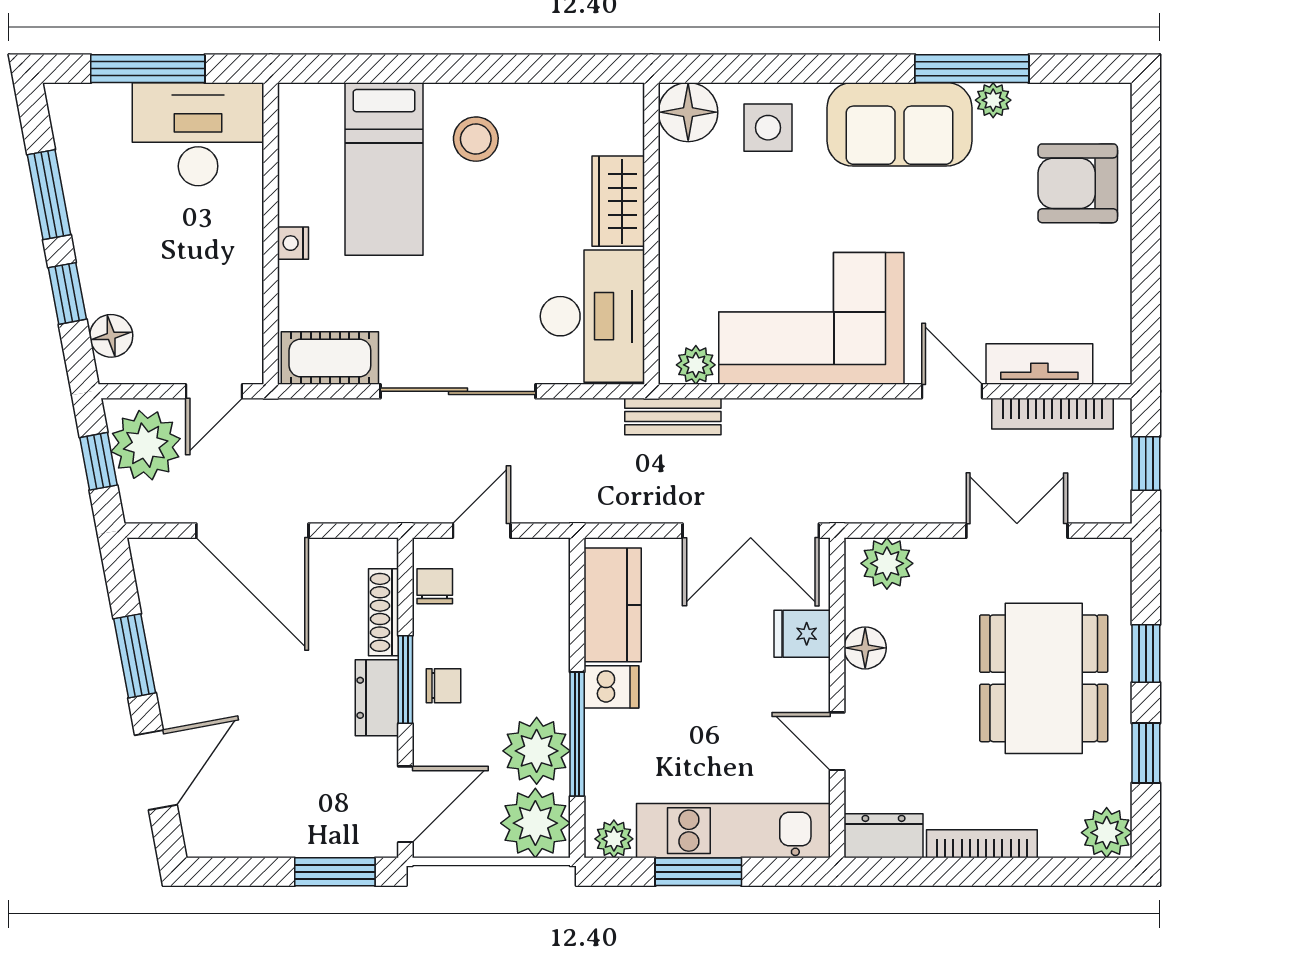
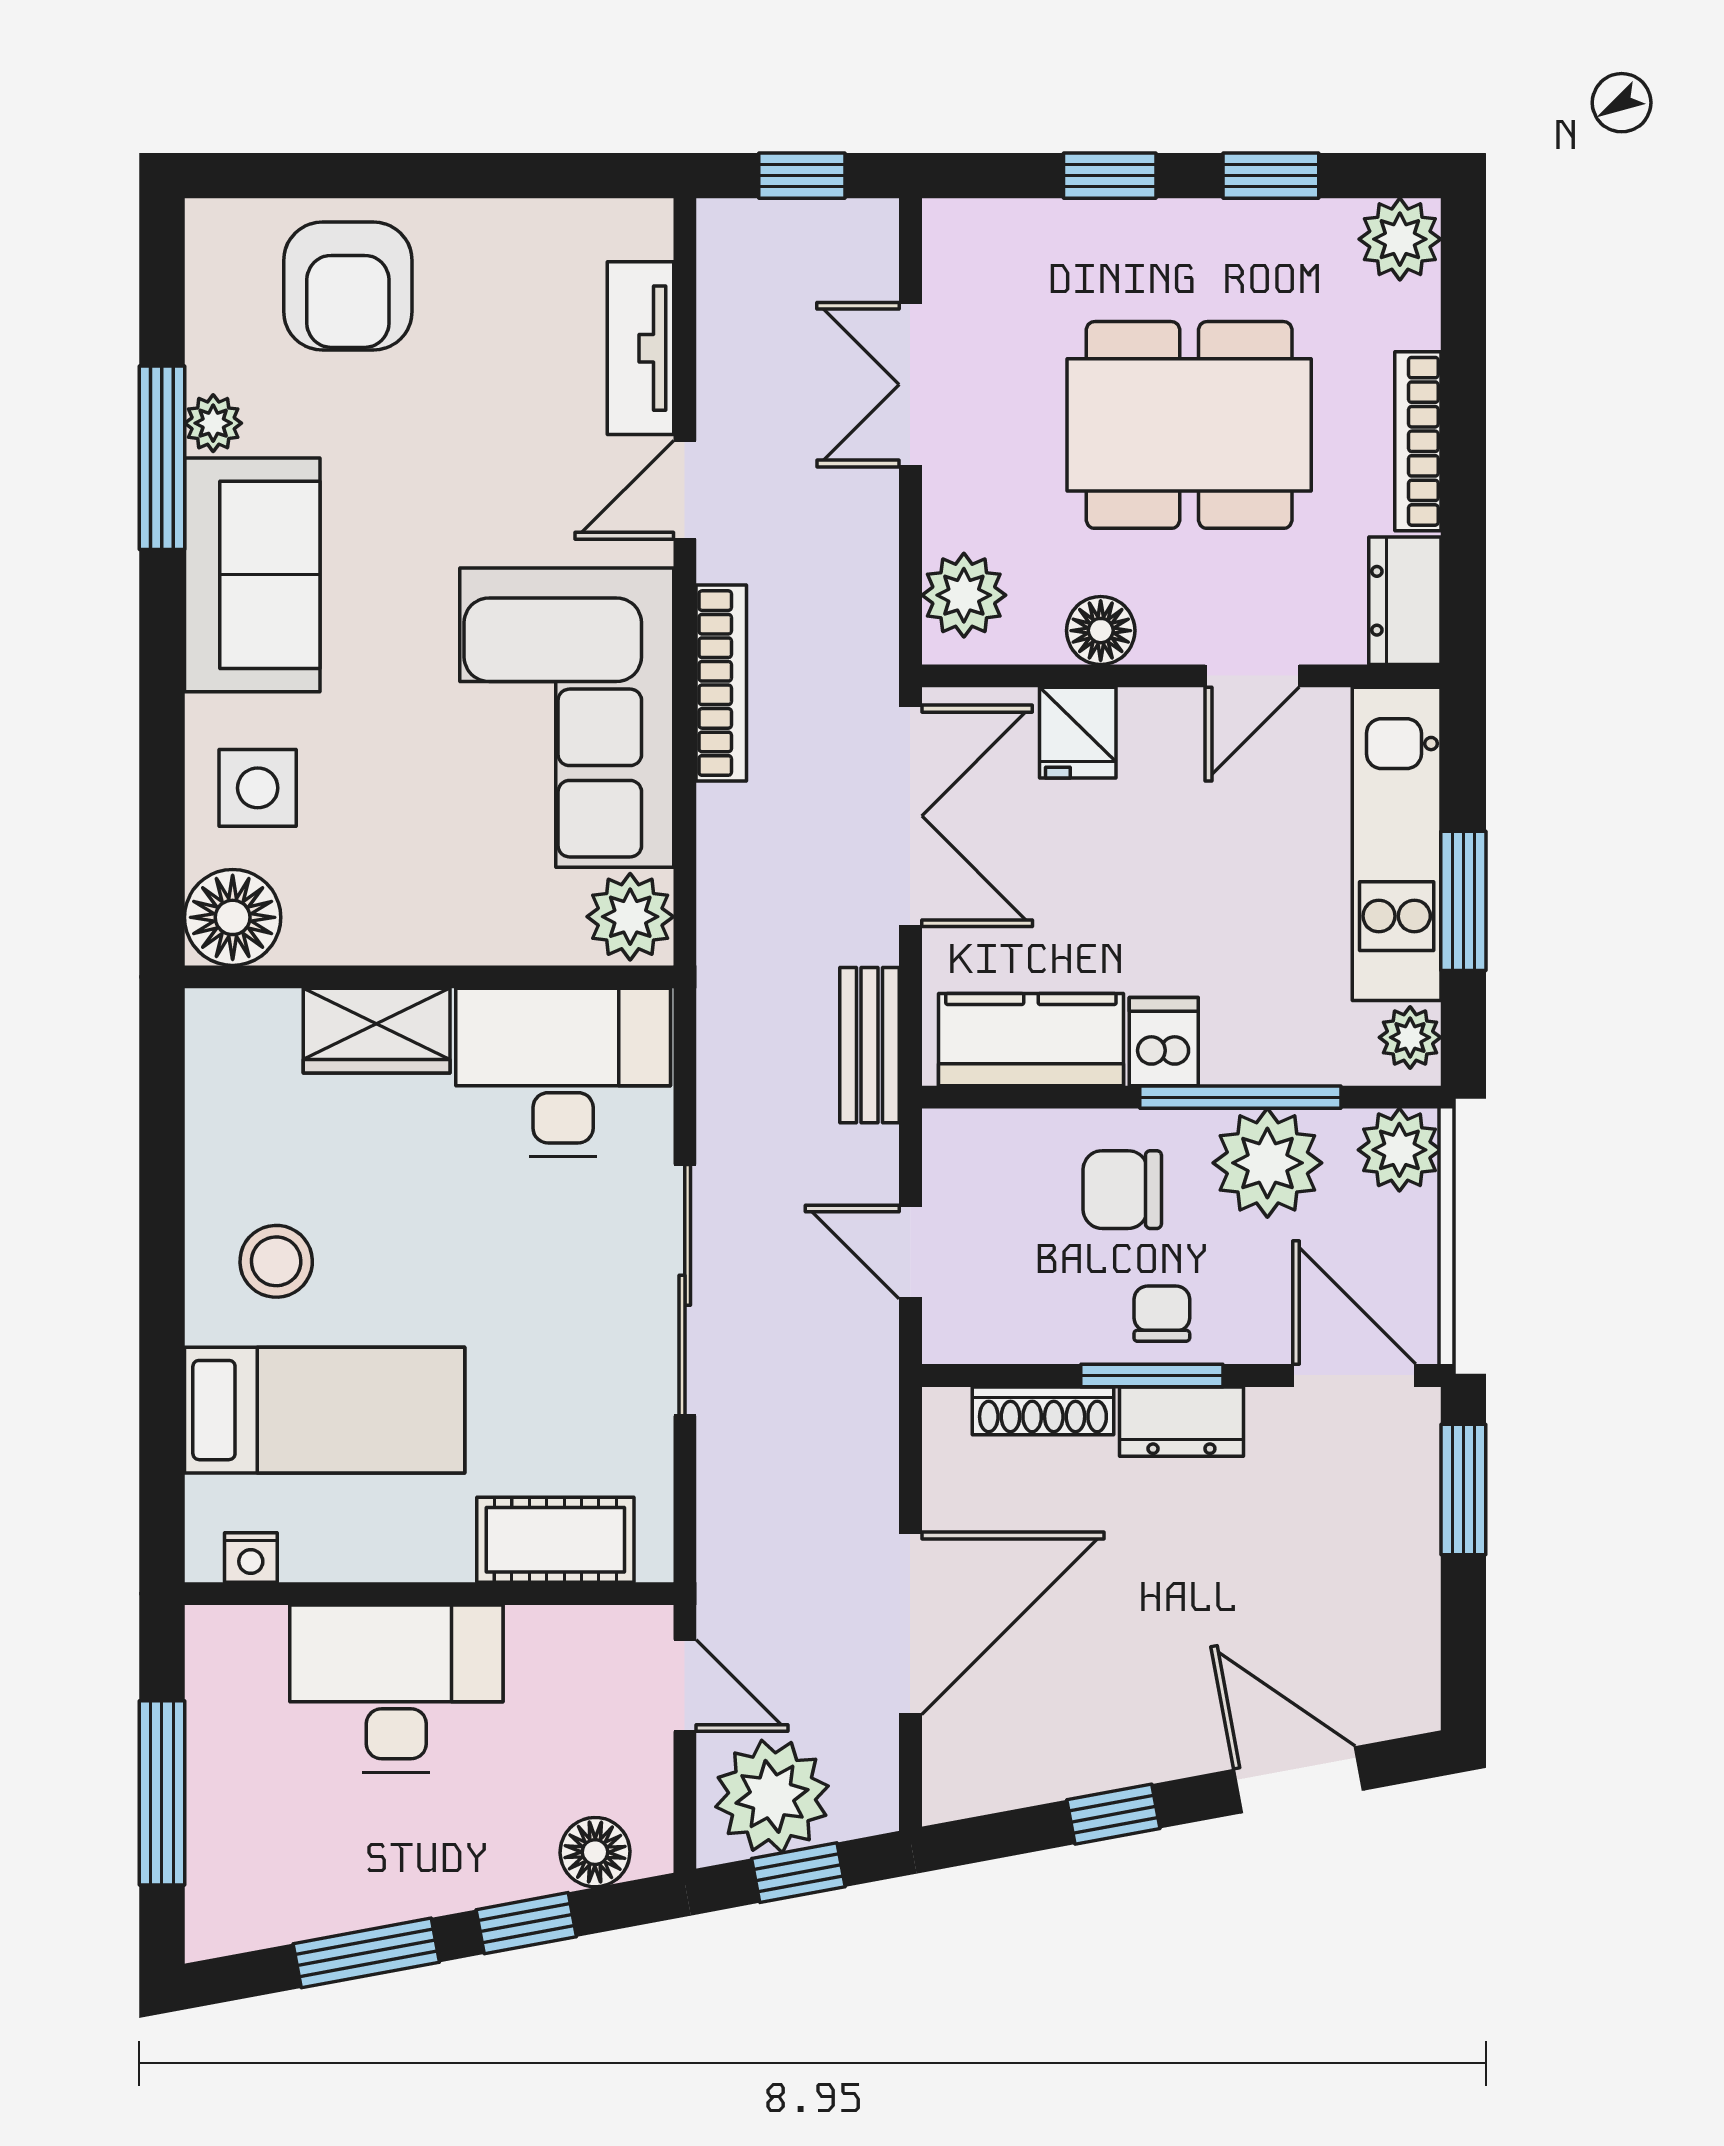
desk: (198, 134) -> (396, 1689), moved, turned 90
nightstand: (293, 243) -> (251, 1558), moved
cot: (330, 358) -> (555, 1540), moved, turned 90
plant: (696, 365) -> (630, 917), width x1.38, depth x1.38
bookcase: (1052, 414) -> (721, 683), moved
bench: (673, 417) -> (869, 1045), moved
chair: (435, 586) -> (1122, 1190), moved, width x1.37, depth x1.37
window: (135, 656) -> (1113, 1814), width x0.67
dining table: (1044, 678) -> (1189, 425), moved
plant: (535, 823) -> (1399, 1150), width x0.73, depth x0.73

